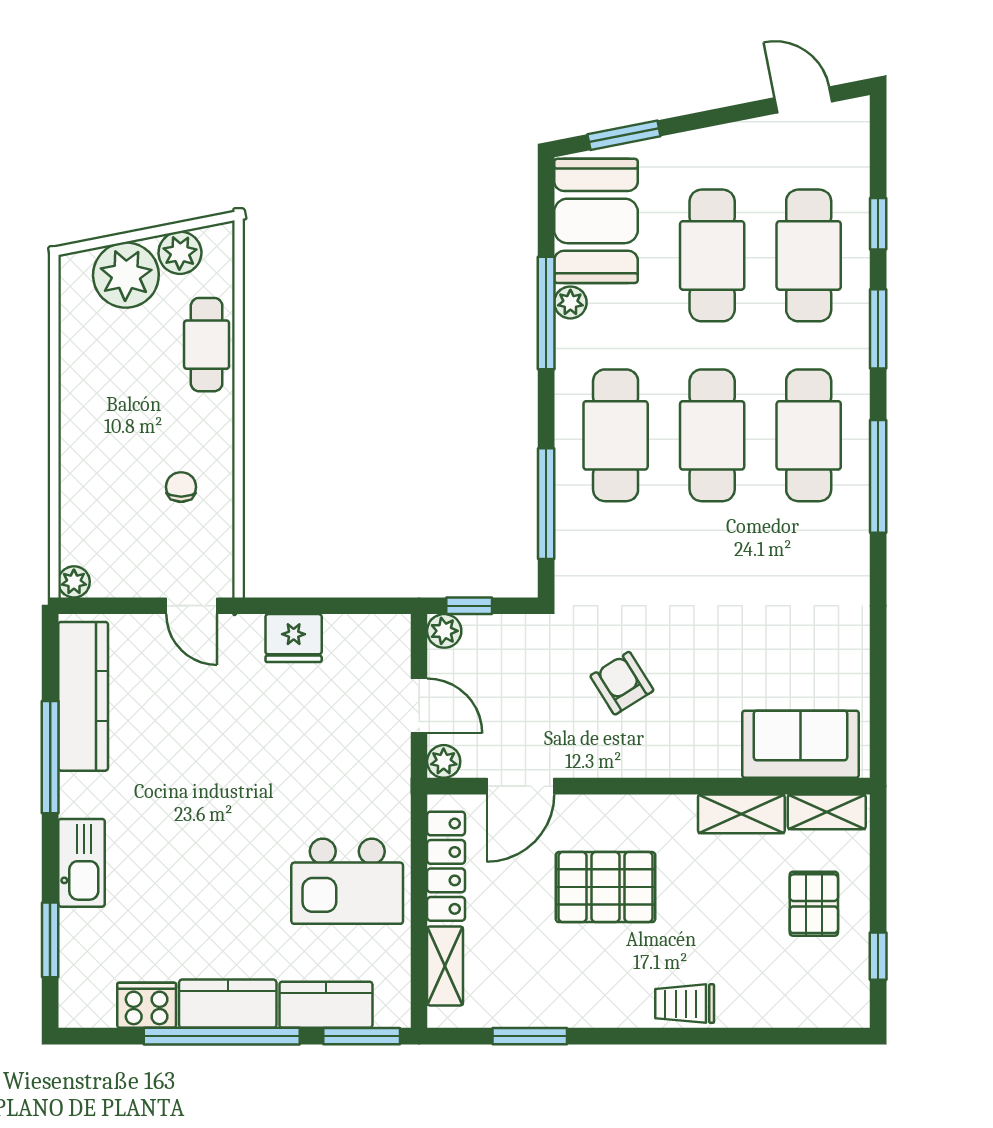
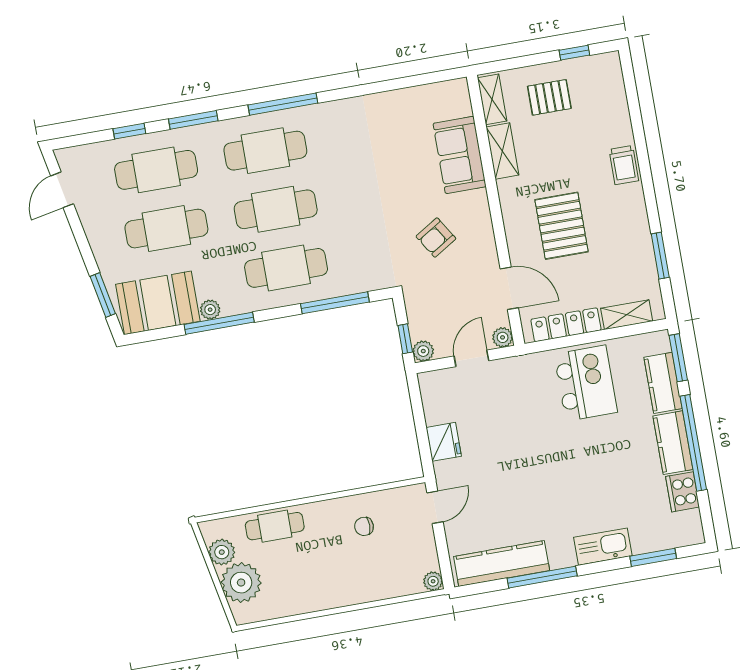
sofa: (801, 744) -> (460, 155), moved

